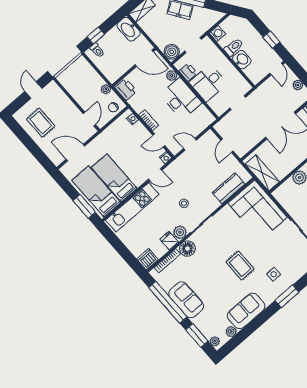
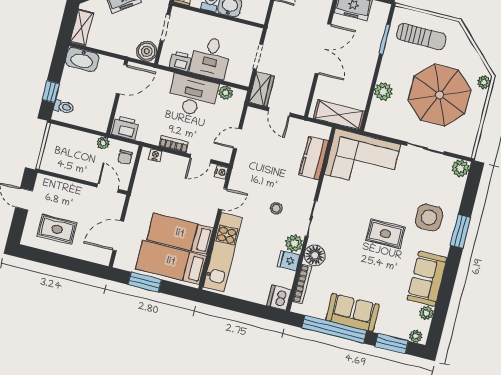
plant: (172, 76) -> (226, 93), moved
wardrobe: (226, 124) -> (262, 89), added
window: (84, 206) -> (145, 282), moved
side table: (274, 274) -> (429, 217), width x1.87, depth x1.87

